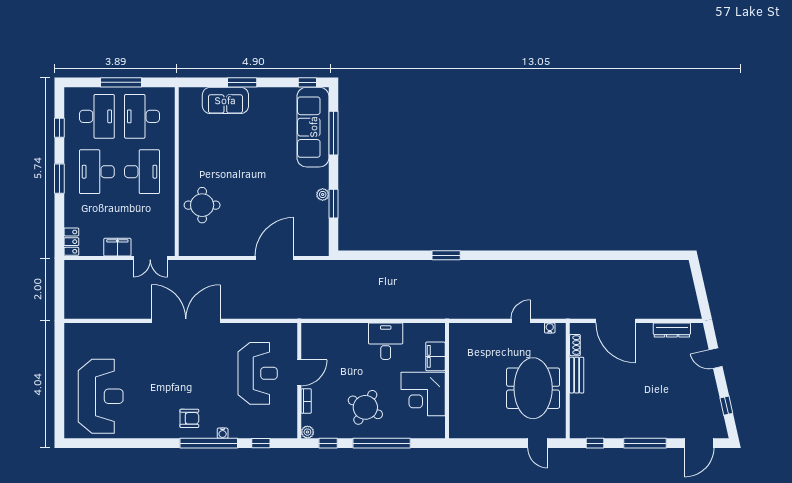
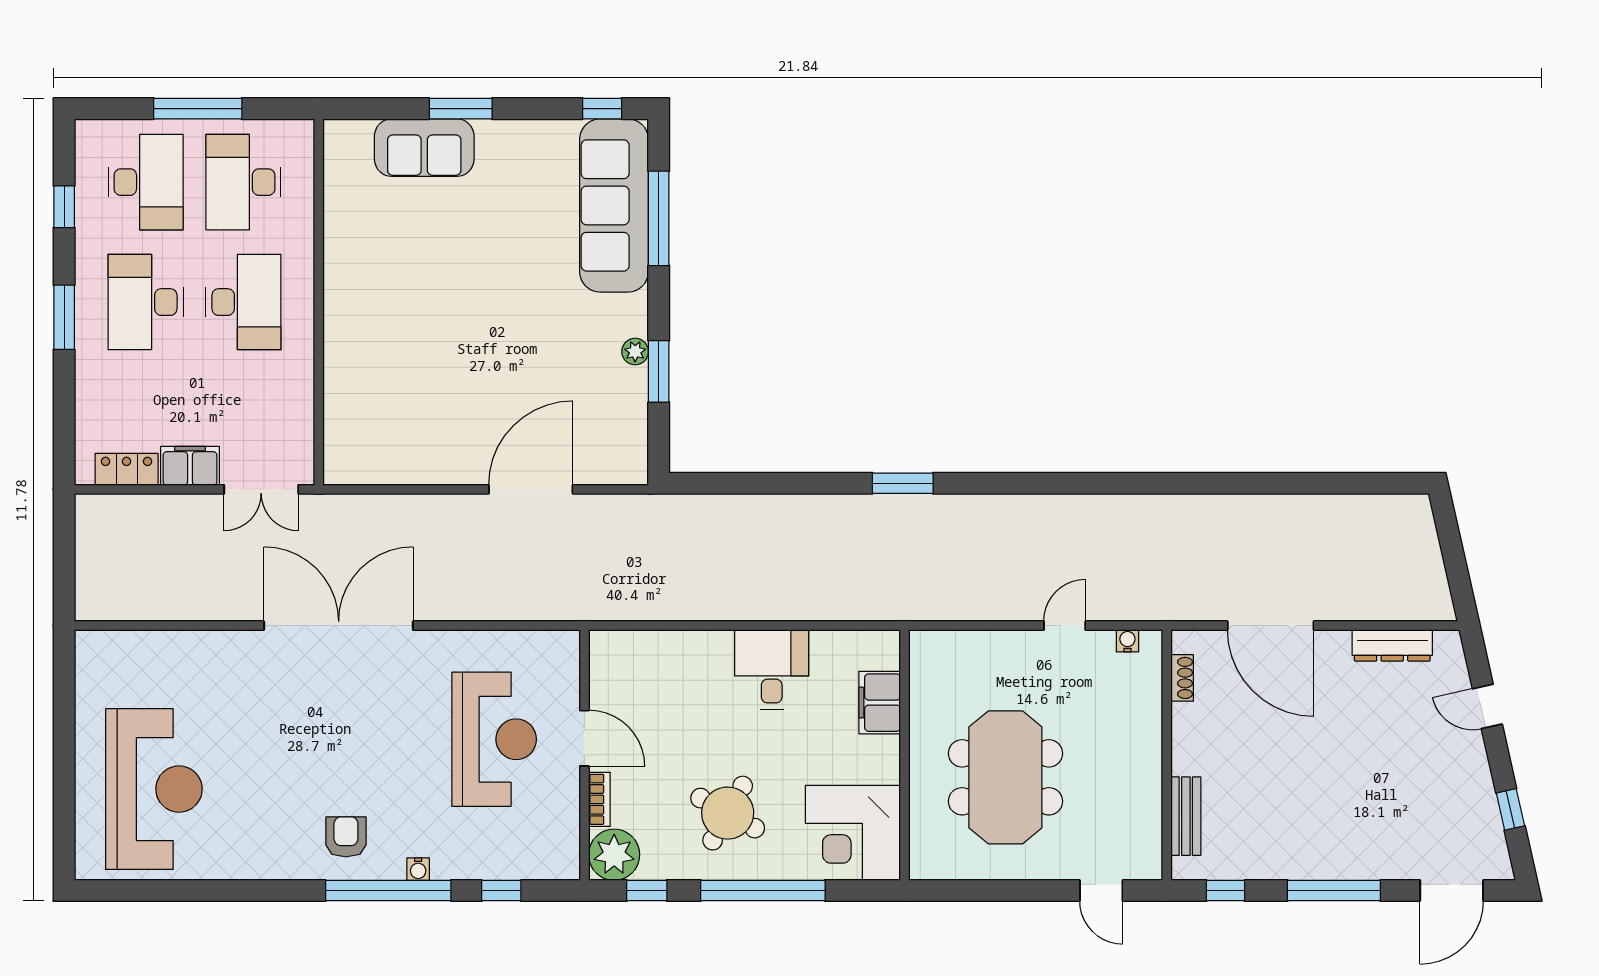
round table: (202, 205) -> (374, 375), removed
locker: (71, 242) -> (127, 469), moved, turned -90
door: (299, 373) -> (584, 738), hinge flipped
bench: (577, 375) -> (1186, 816), moved
meeting table: (533, 388) -> (1005, 777), moved
corner desk: (423, 394) -> (853, 833), moved
armchair: (189, 418) -> (346, 837), turned -90
plant: (307, 432) -> (614, 855), width x1.88, depth x1.88

